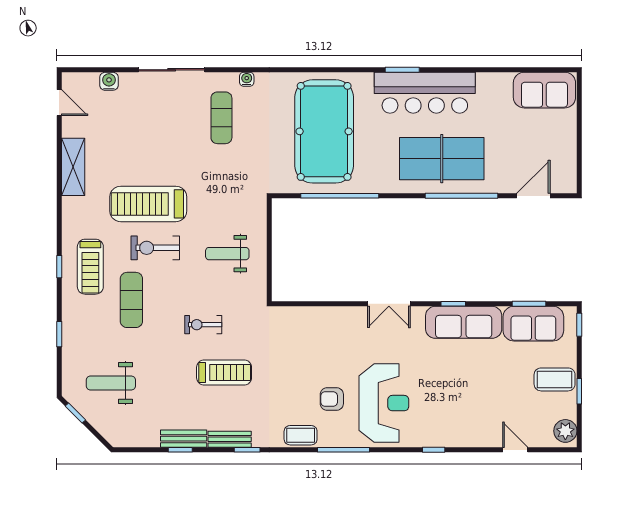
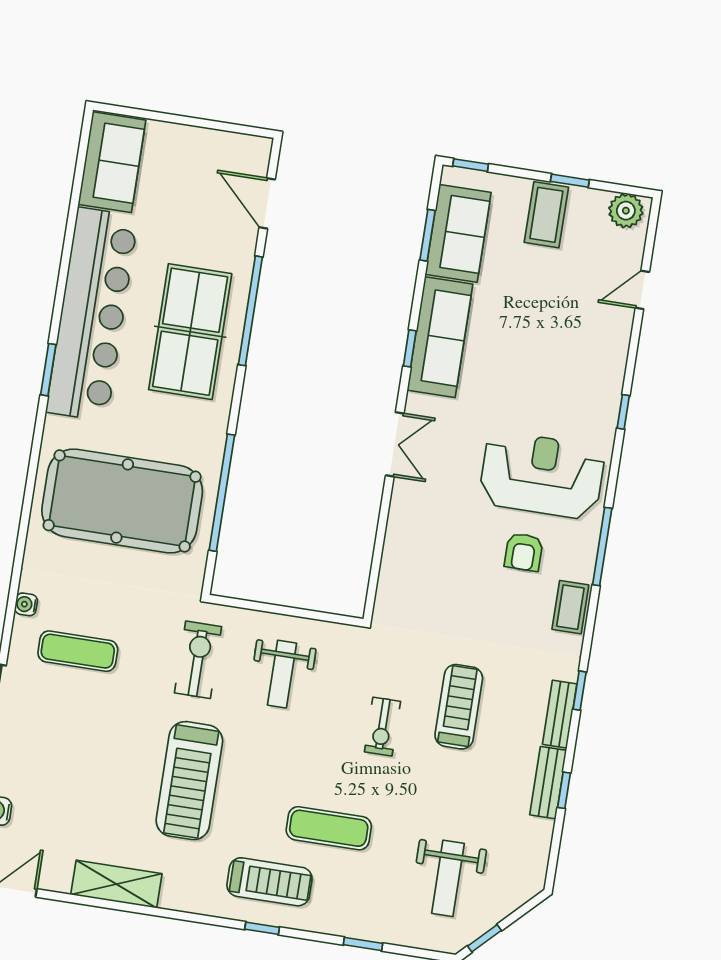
bar counter: (425, 93) -> (92, 314), width x1.36
exercise bike: (155, 248) -> (198, 660), moved, turned 180

